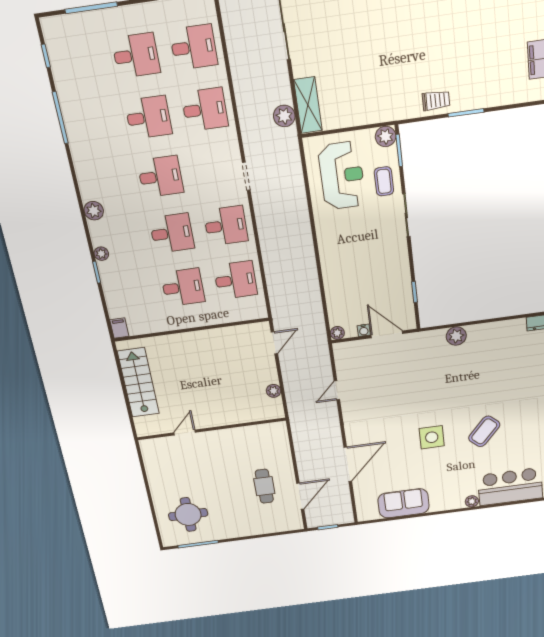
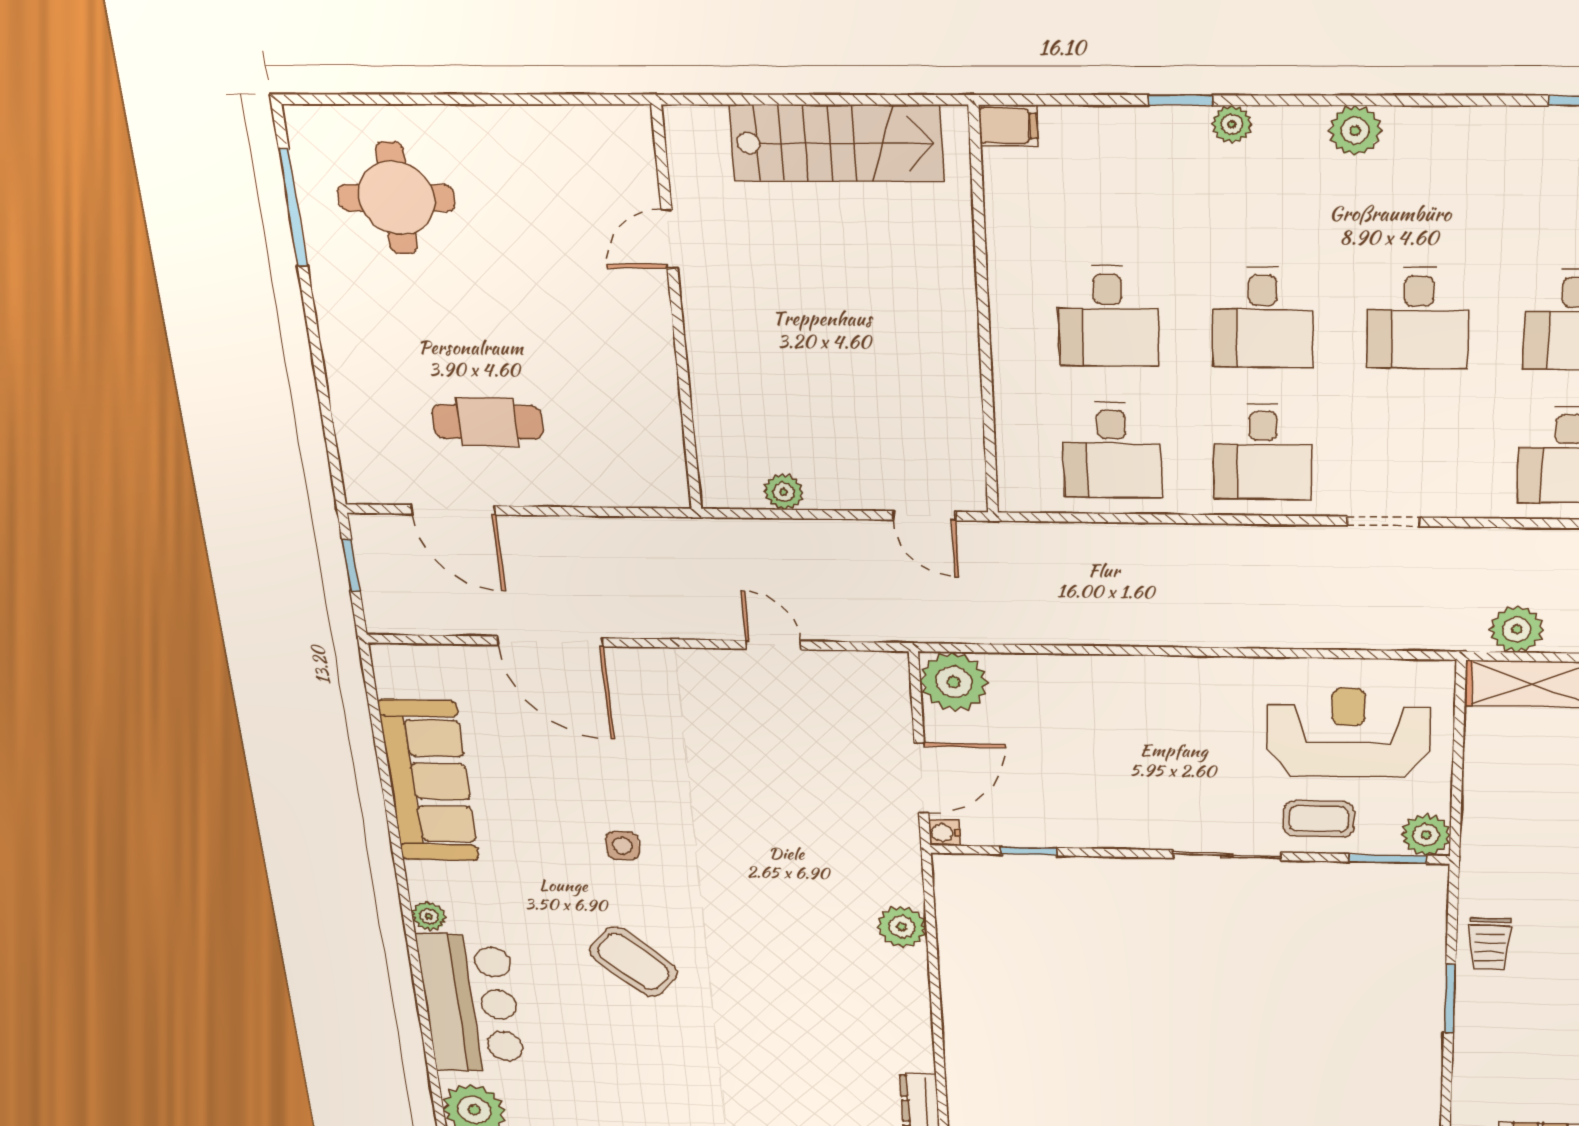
reception desk: (342, 176) -> (1348, 732), turned 180
water cooler: (364, 330) -> (944, 833), moved
plant: (337, 333) -> (954, 682), width x1.88, depth x1.88
door: (185, 432) -> (669, 239), swing flipped
side table: (432, 437) -> (623, 846), width x0.54, depth x0.54
sofa: (404, 503) -> (429, 781), width x1.36

